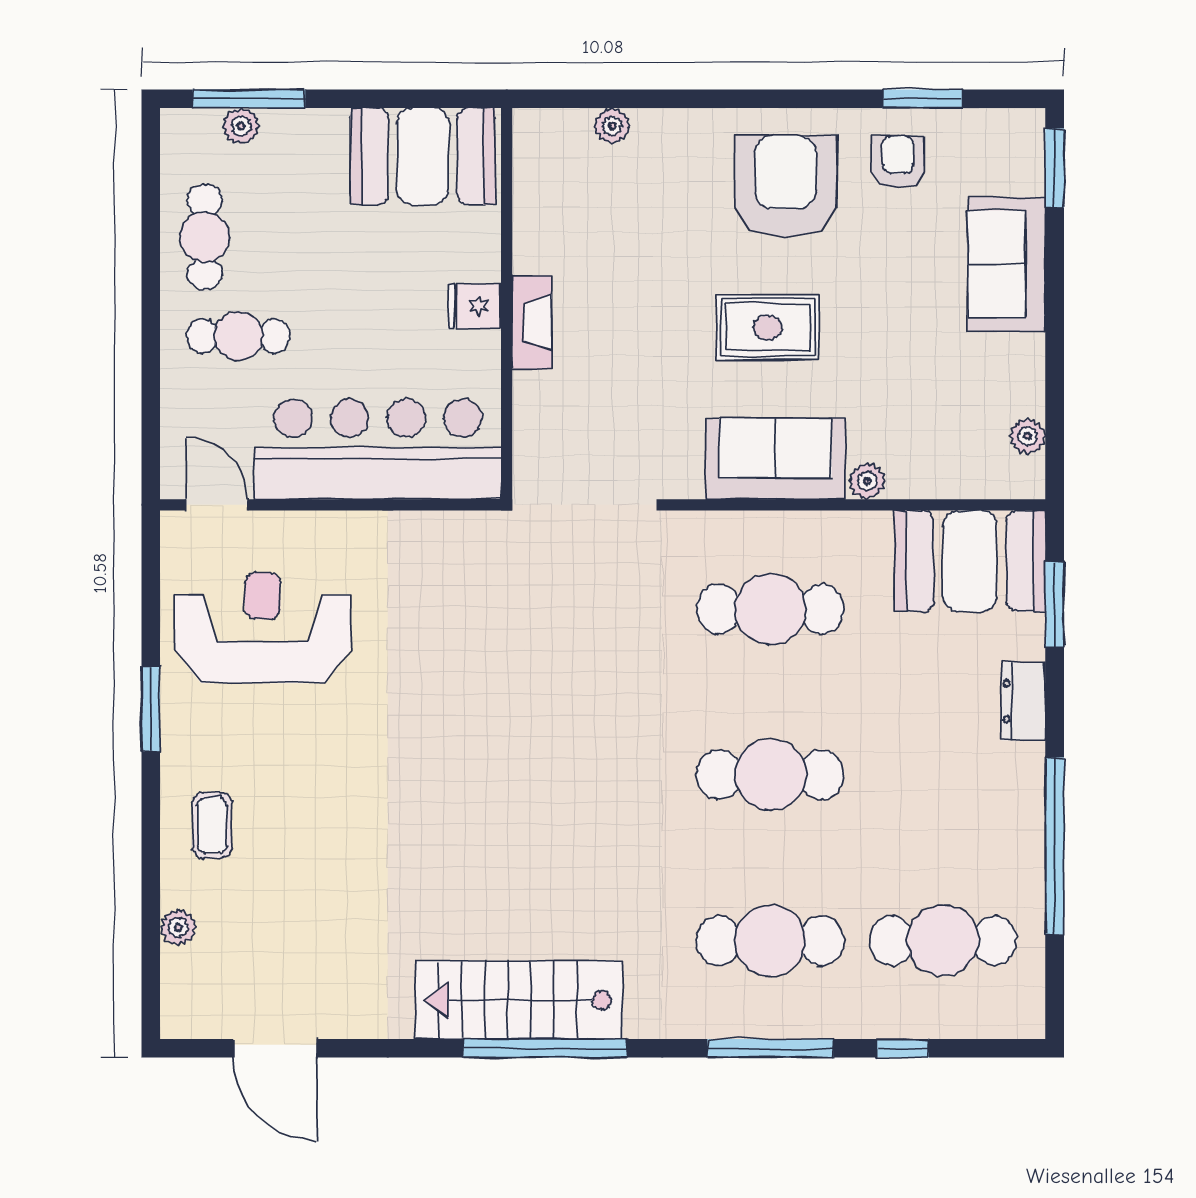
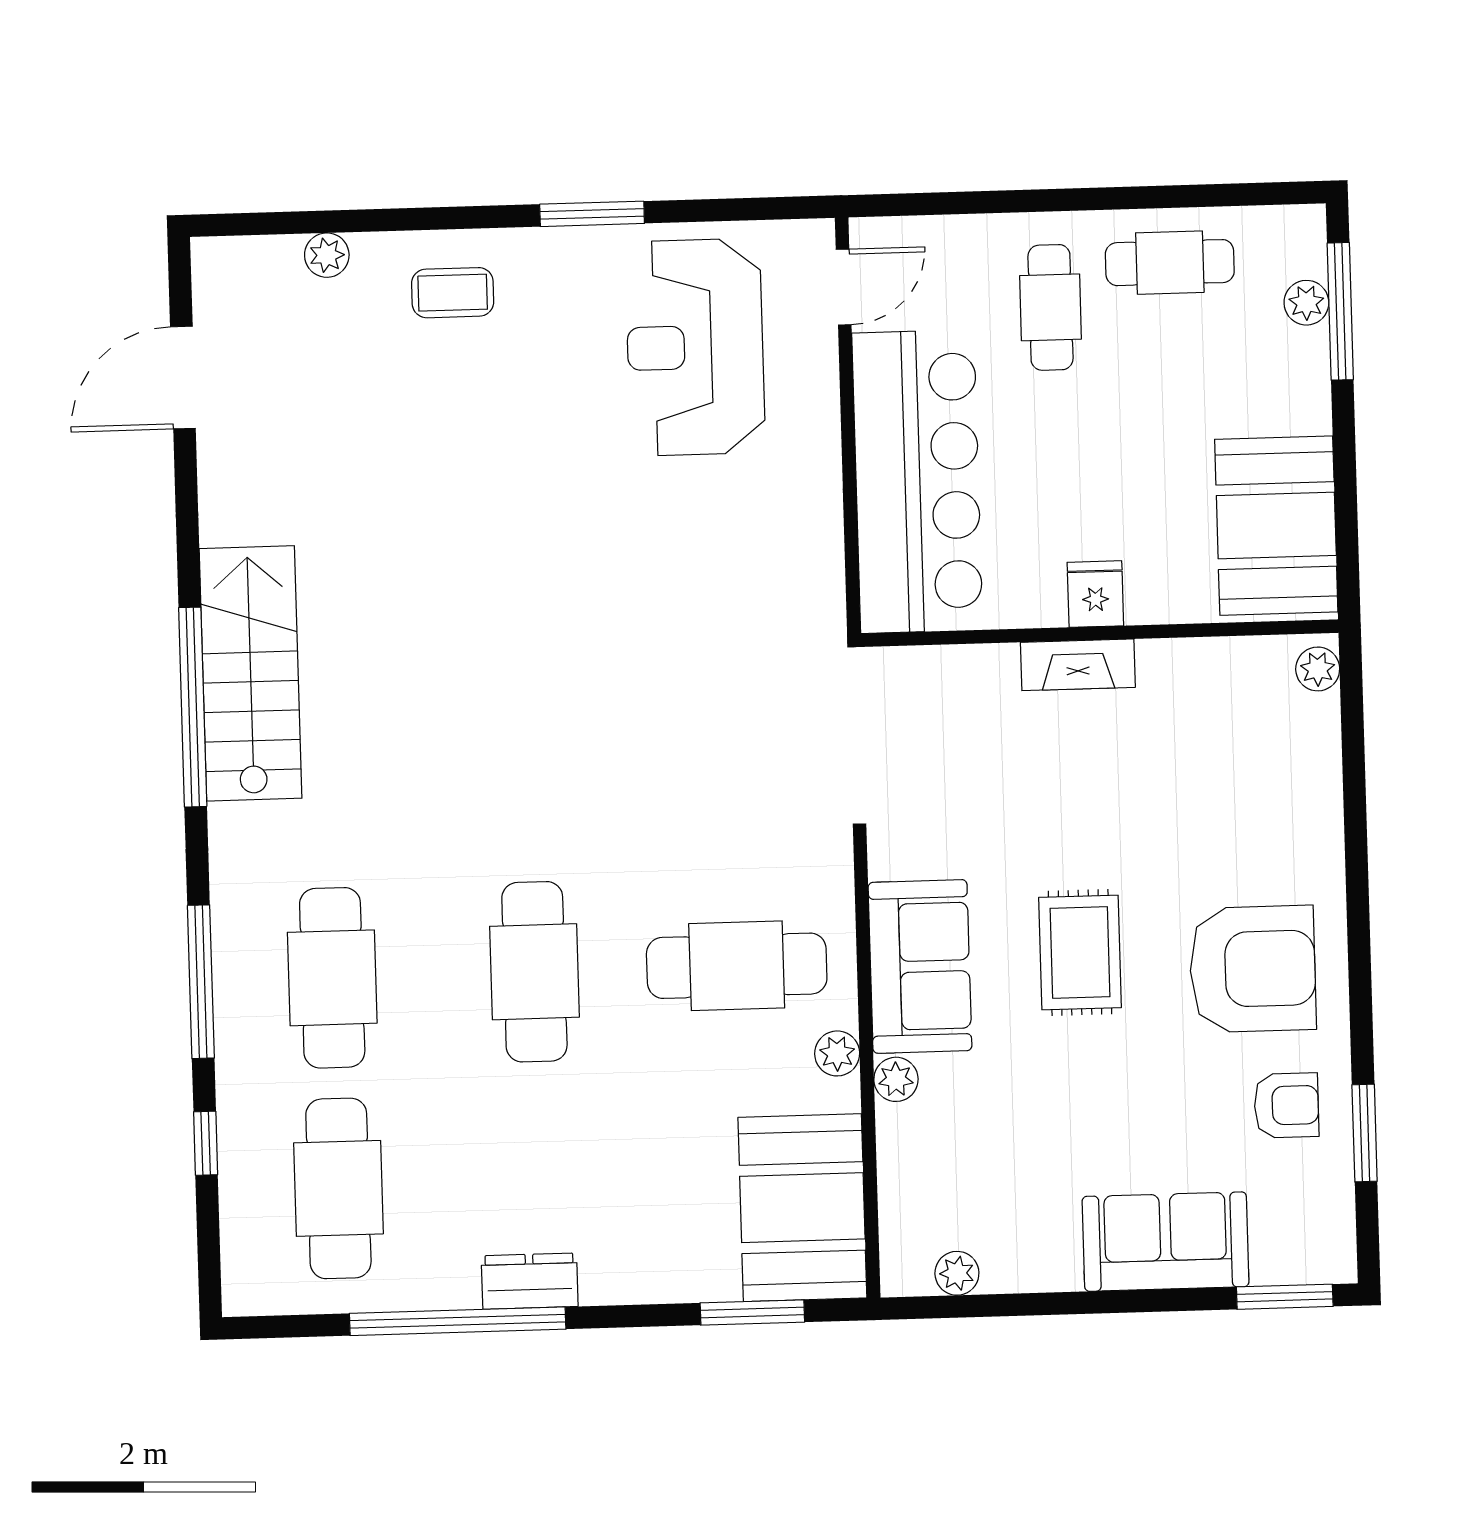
plant: (612, 126) -> (1318, 669), moved
plant: (845, 529) -> (837, 1053), added
cafe table: (770, 609) -> (737, 966), turned 90
reception desk: (263, 628) -> (695, 347), turned 180
dresser: (1024, 701) -> (530, 1281), moved

